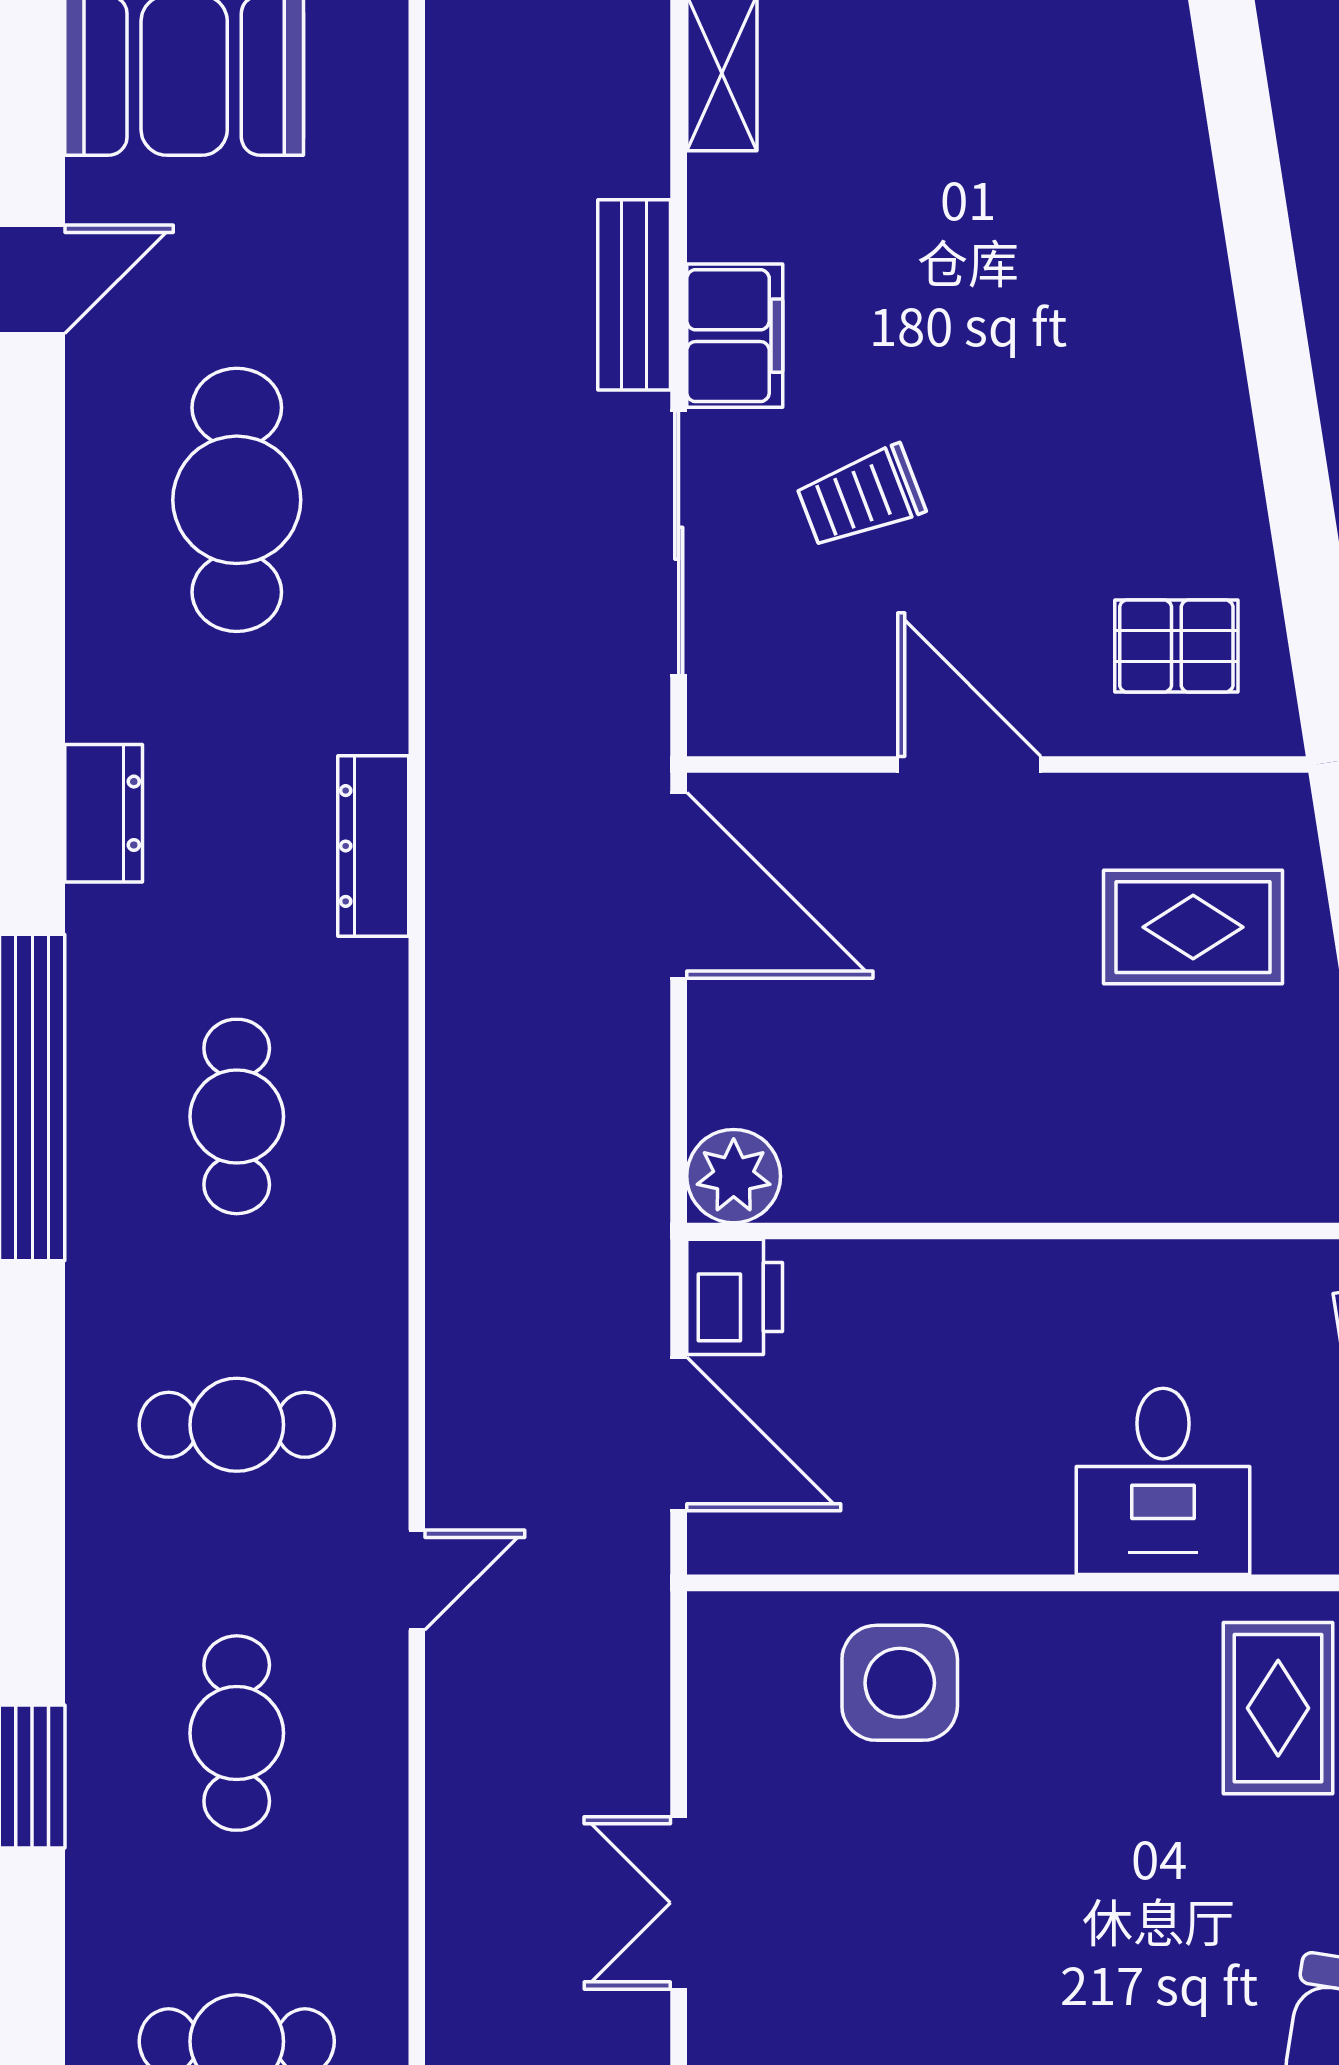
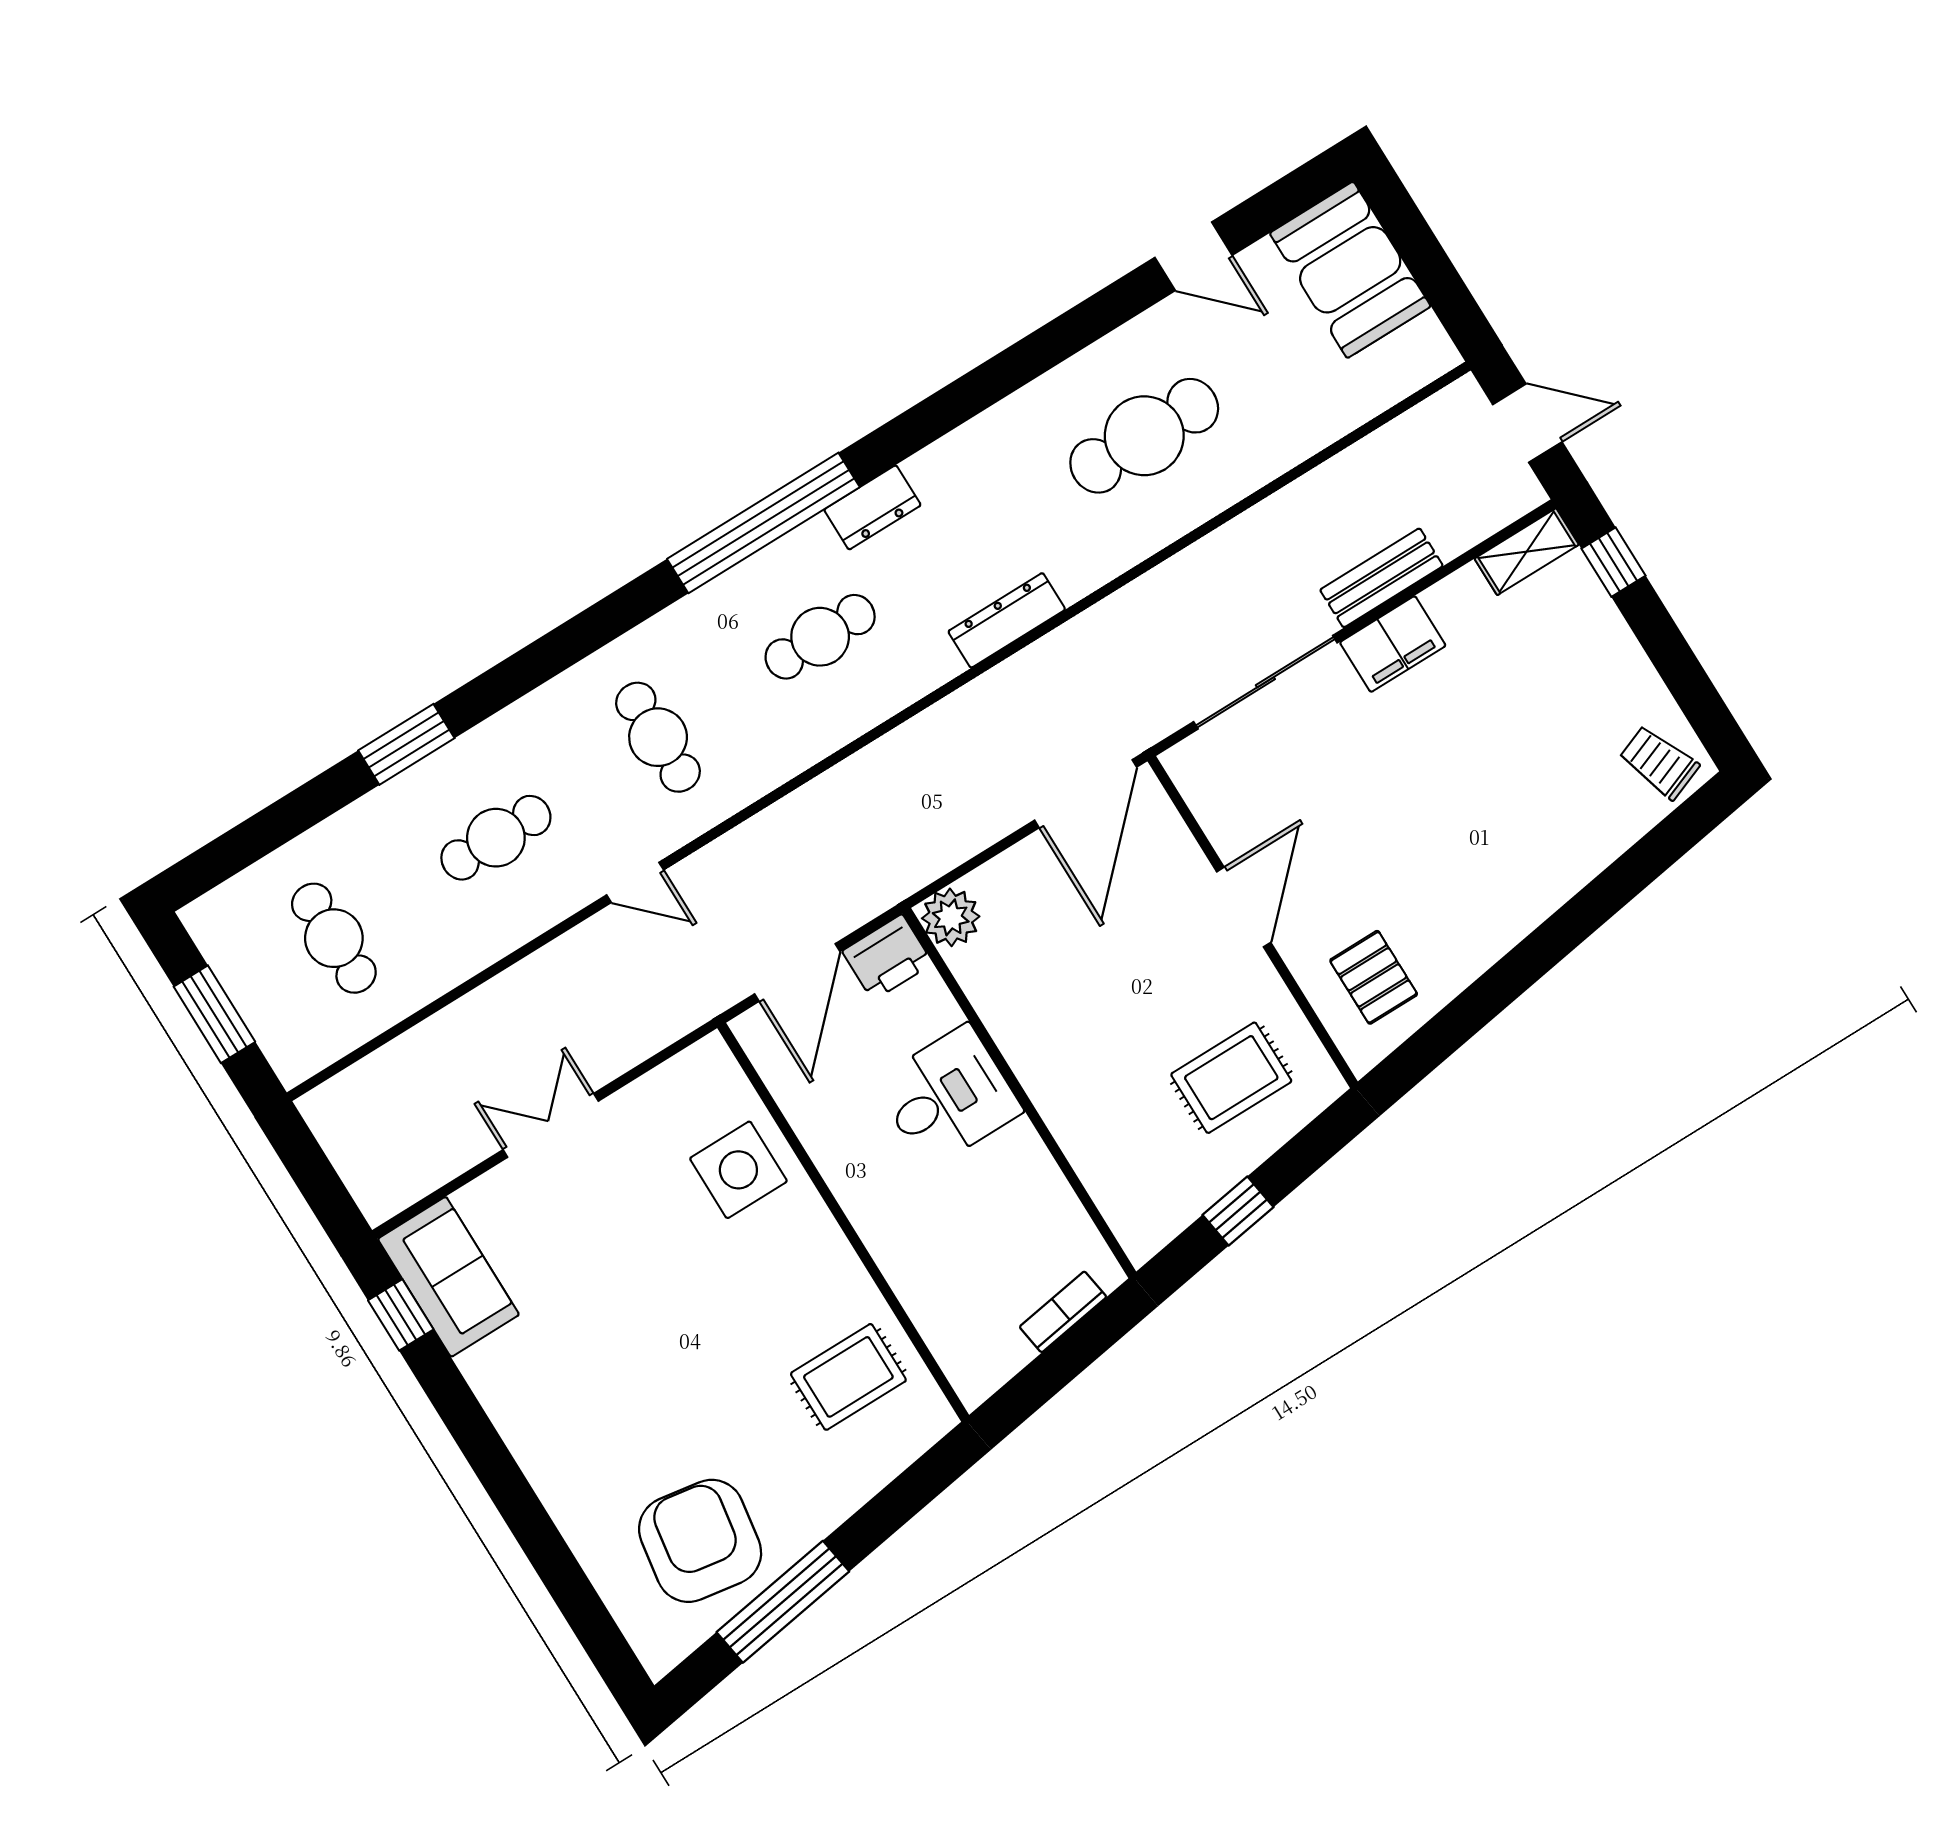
trolley: (861, 497) -> (1659, 762), moved
dresser: (104, 813) -> (872, 507), moved
rug: (1193, 927) -> (1231, 1078), turned 90
desk: (1163, 1481) -> (948, 1097), moved, turned 180

